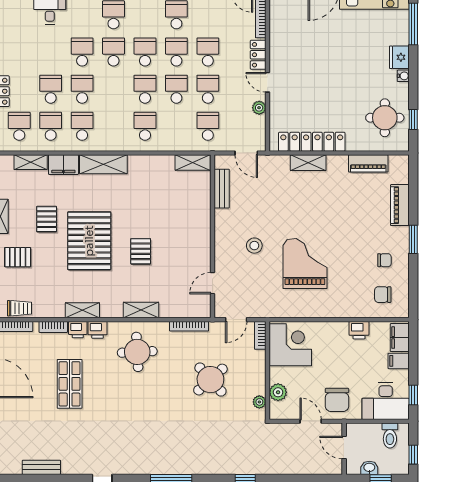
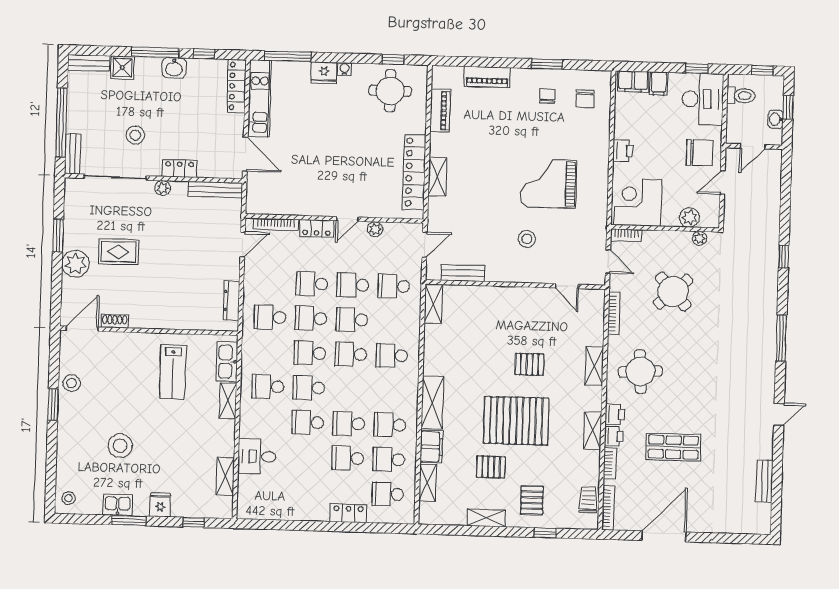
window: (413, 239) -> (547, 64), moved
printer: (359, 330) -> (623, 151), moved

